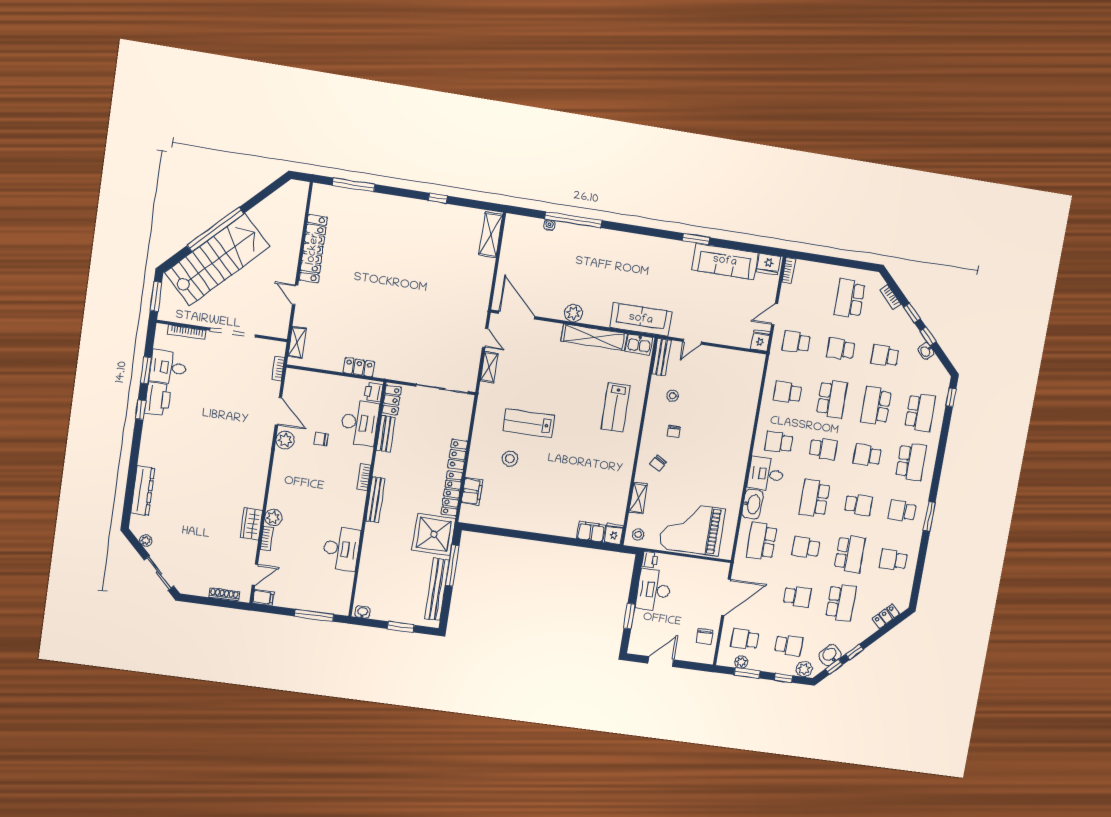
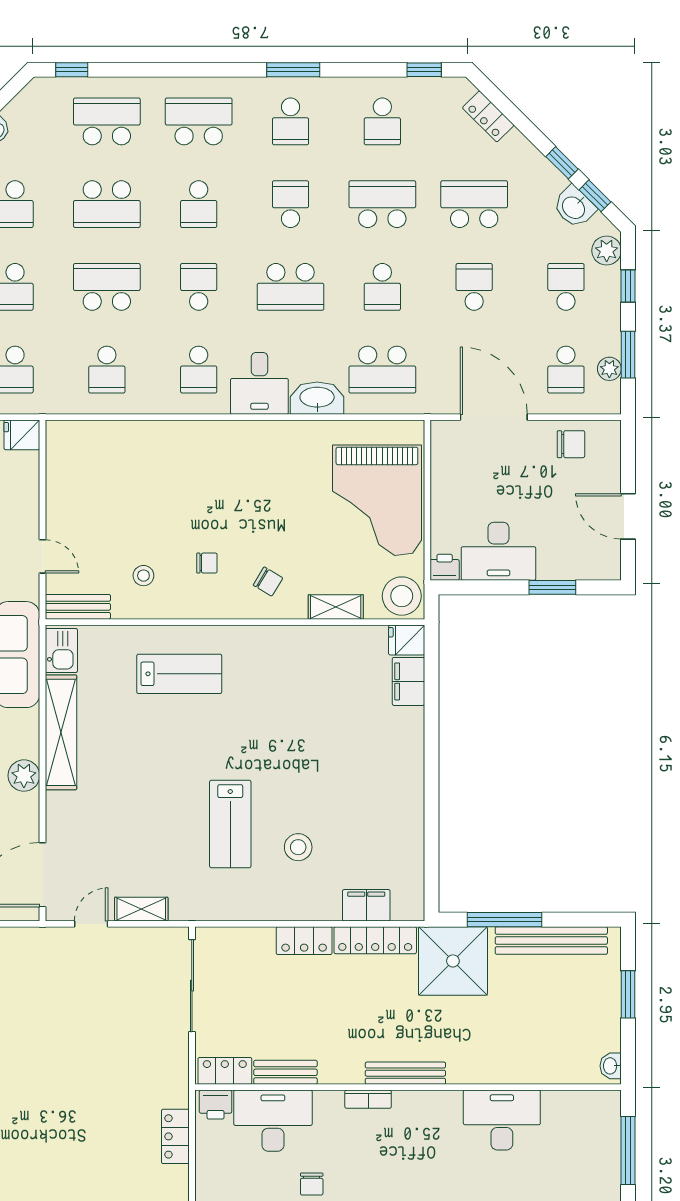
stool: (638, 535) -> (402, 596), width x1.89, depth x1.89
window: (916, 586) -> (424, 70), added

